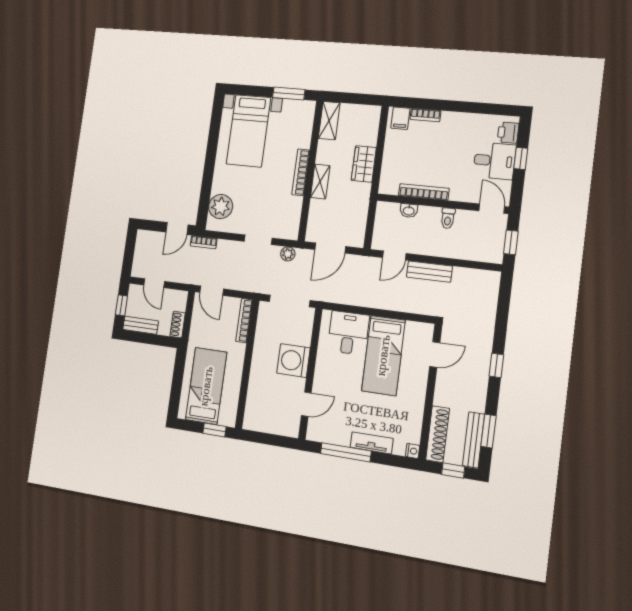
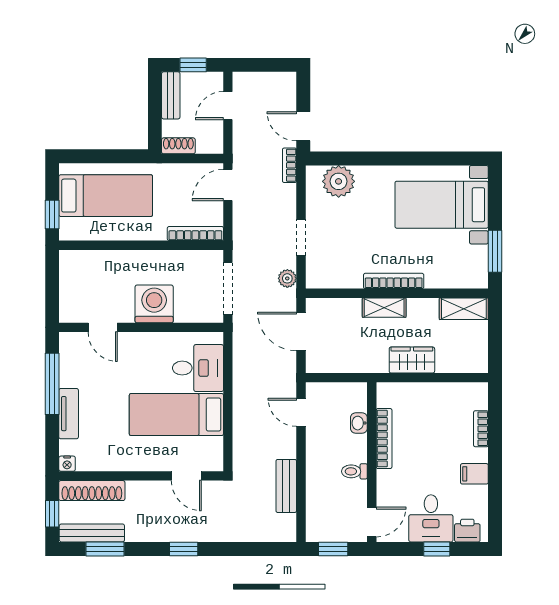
filing cabinet: (400, 118) -> (474, 474), moved
bench: (429, 272) -> (286, 486), moved

